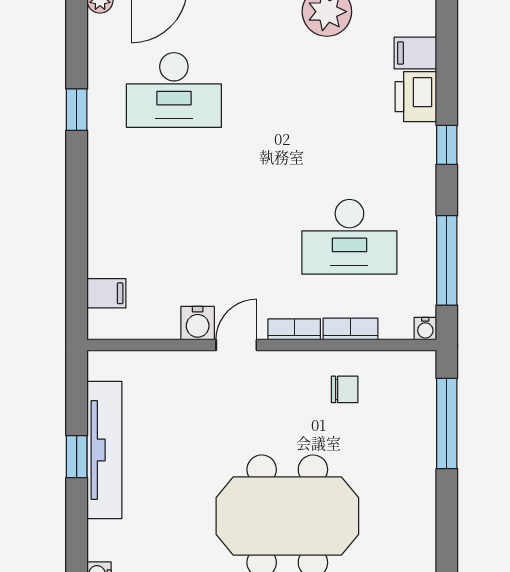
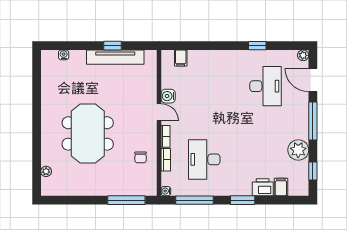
desk: (174, 90) -> (266, 86), turned 180
window: (447, 145) -> (243, 200), width x1.50

